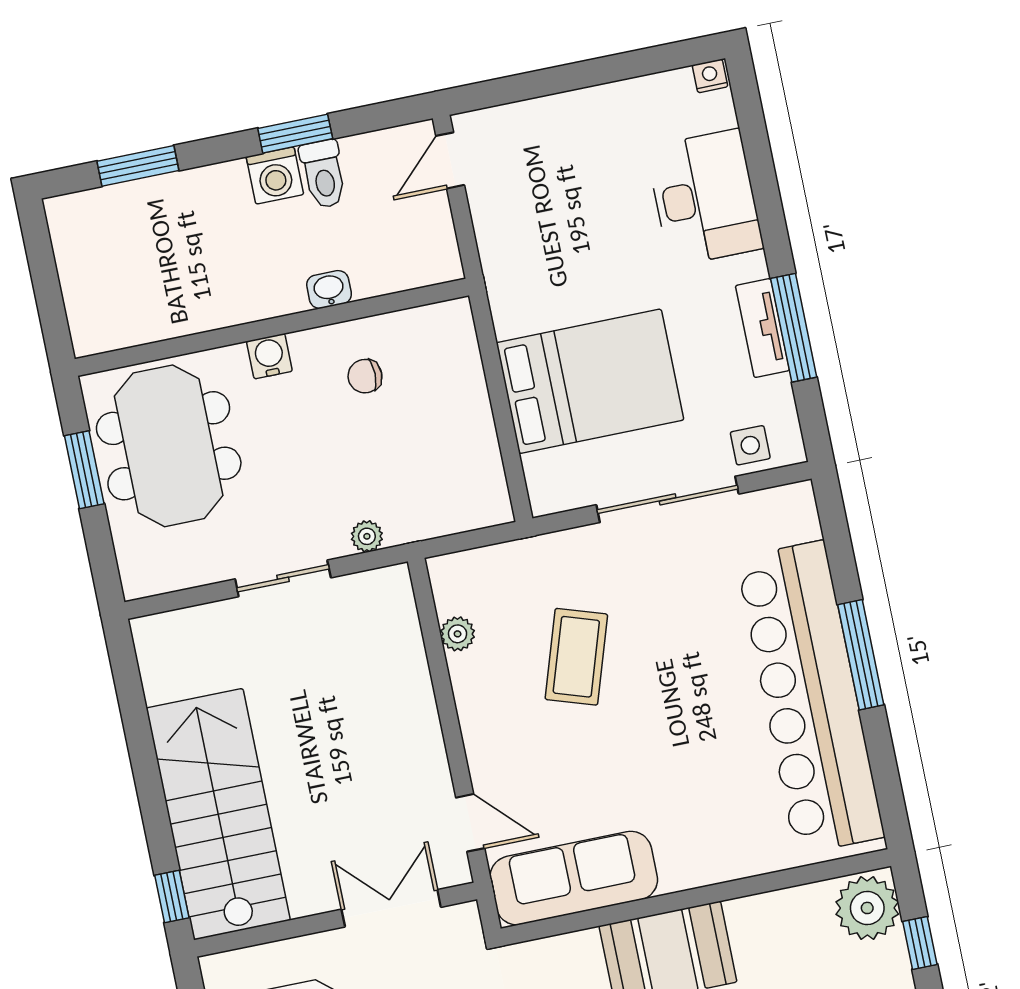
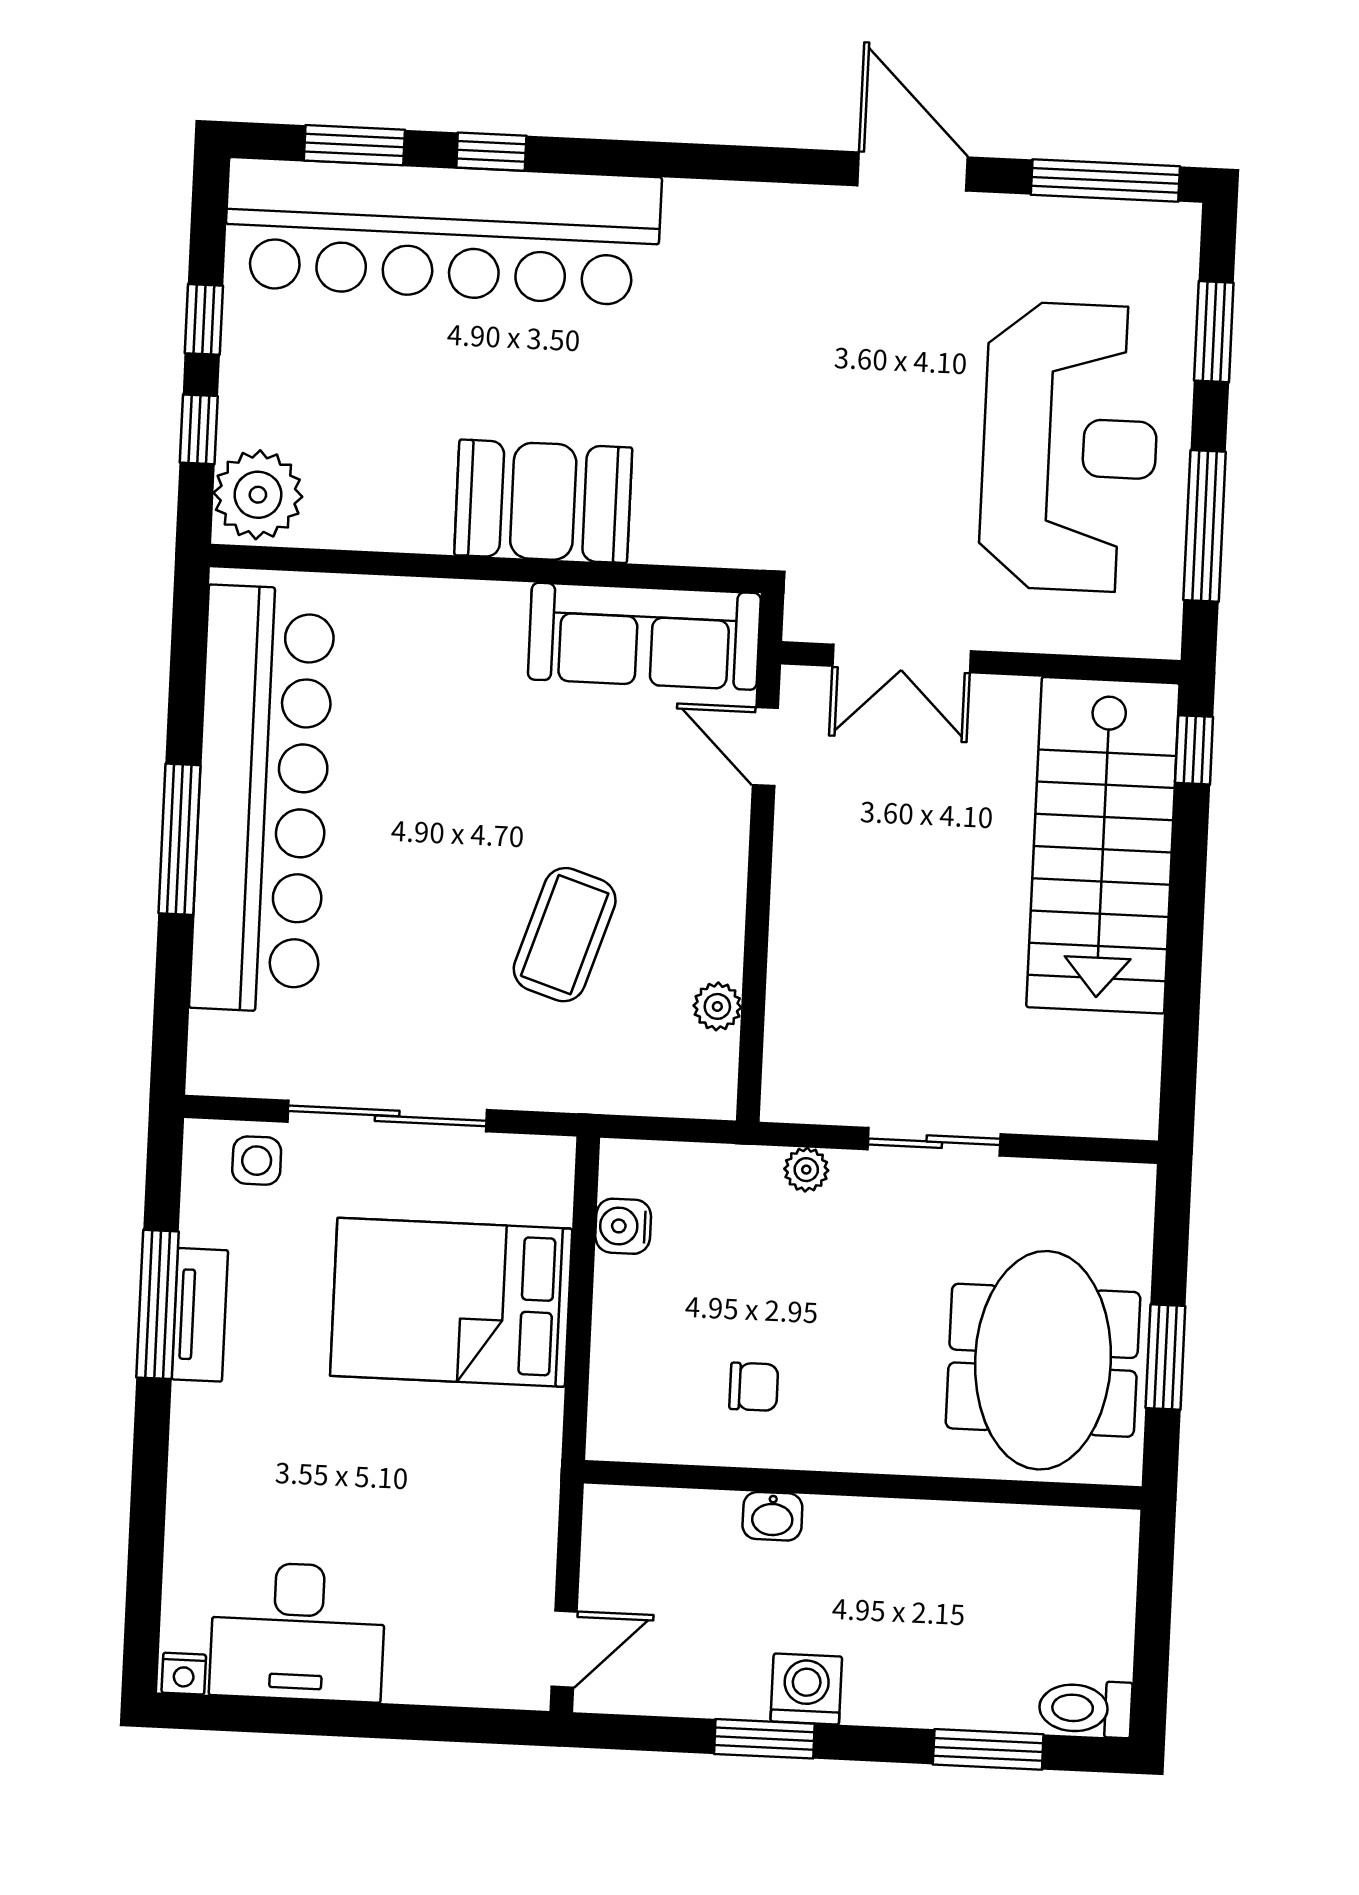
toilet: (323, 174) -> (1085, 1708), moved, turned -90
desk: (705, 198) -> (298, 1632), moved, turned -90
water cooler: (269, 356) -> (623, 1226), moved, turned 90

